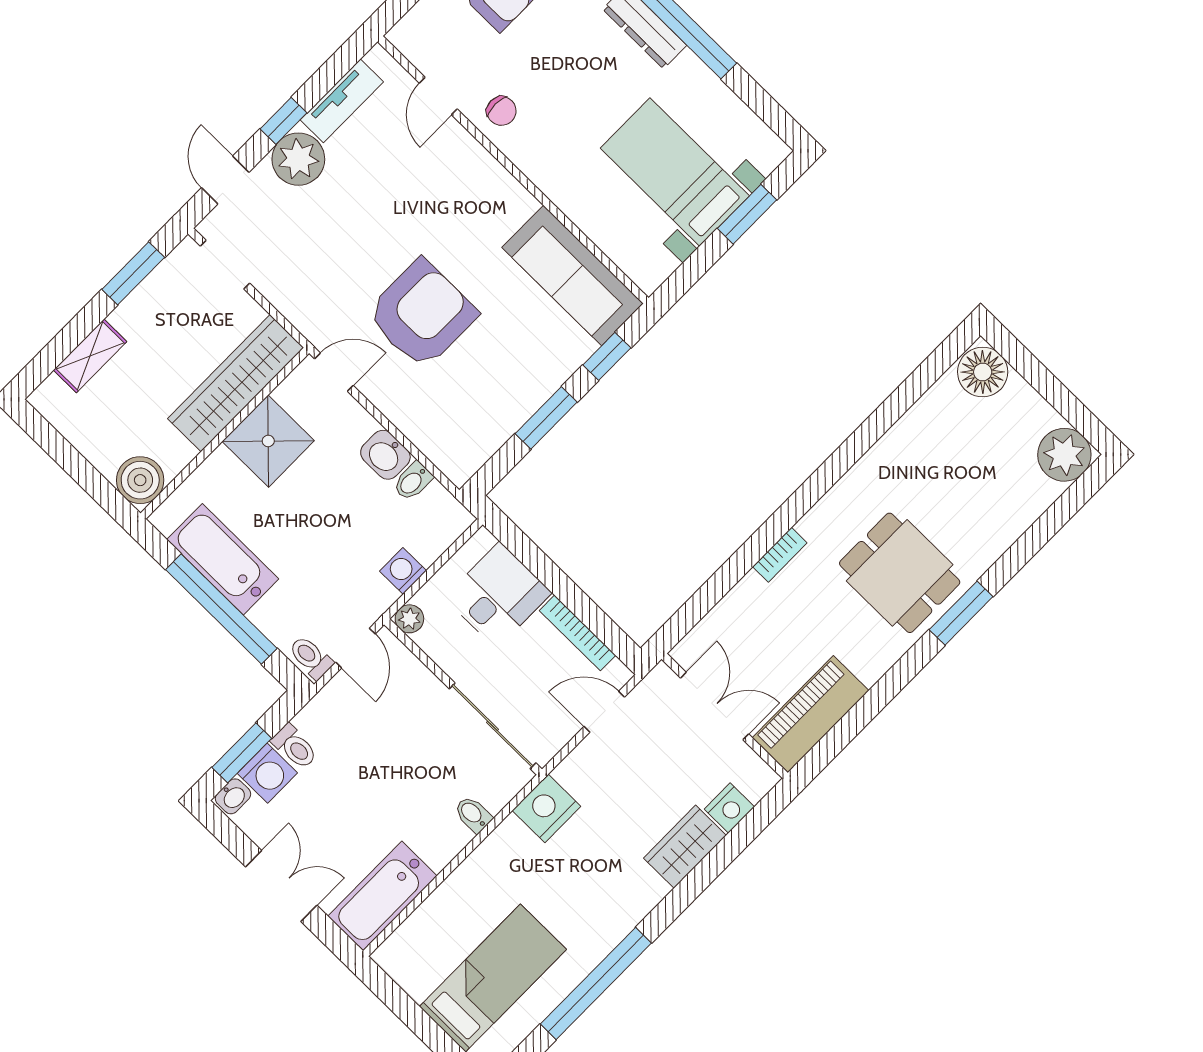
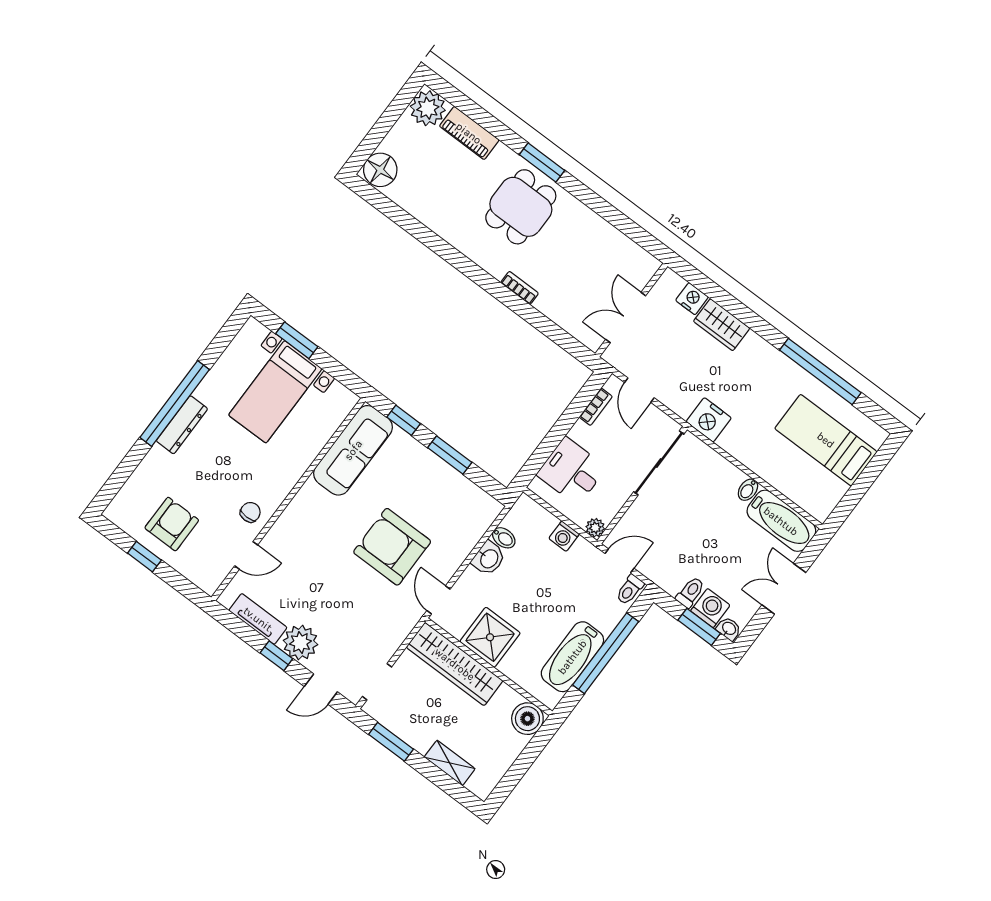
bookcase: (577, 633) -> (596, 407), width x0.64
piano: (811, 714) -> (469, 133), moved, width x0.73, depth x0.75
bidet: (473, 814) -> (748, 490), moved

